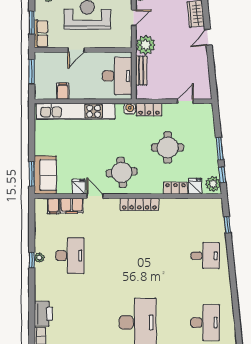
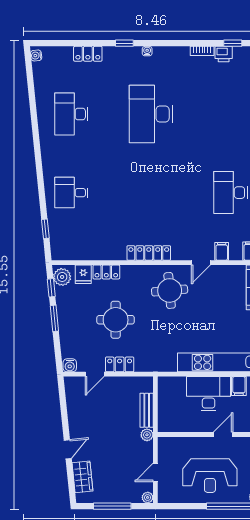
plant: (146, 45) -> (147, 435), width x0.53, depth x0.53
desk: (117, 76) -> (209, 394), moved, turned 90
water cooler: (130, 109) -> (70, 365), moved
locker: (149, 110) -> (120, 364), moved
fridge: (79, 187) -> (220, 274), removed
door: (95, 196) -> (201, 263), hinge flipped
filing cabinet: (72, 206) -> (222, 251), width x0.50

